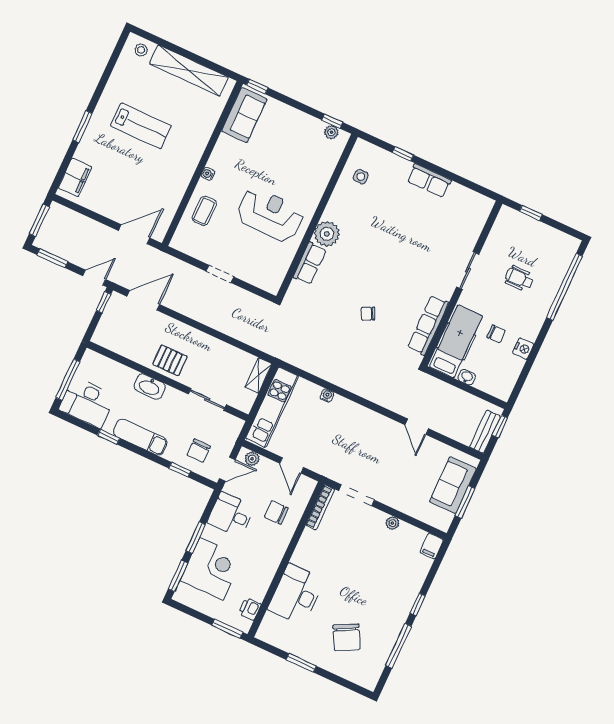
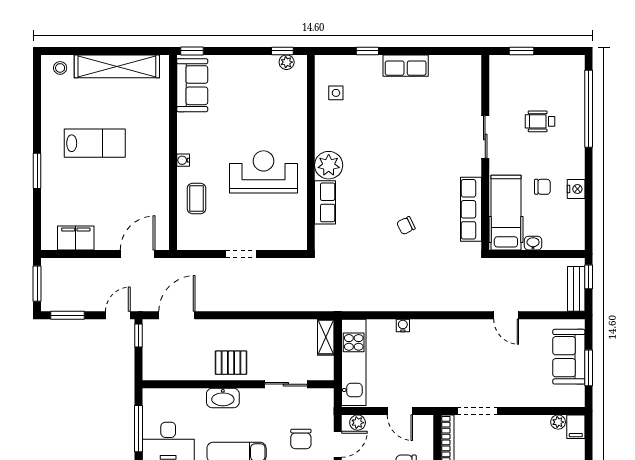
filing cabinet: (75, 177) -> (76, 238), moved, turned -90
plant: (392, 523) -> (558, 422), moved

